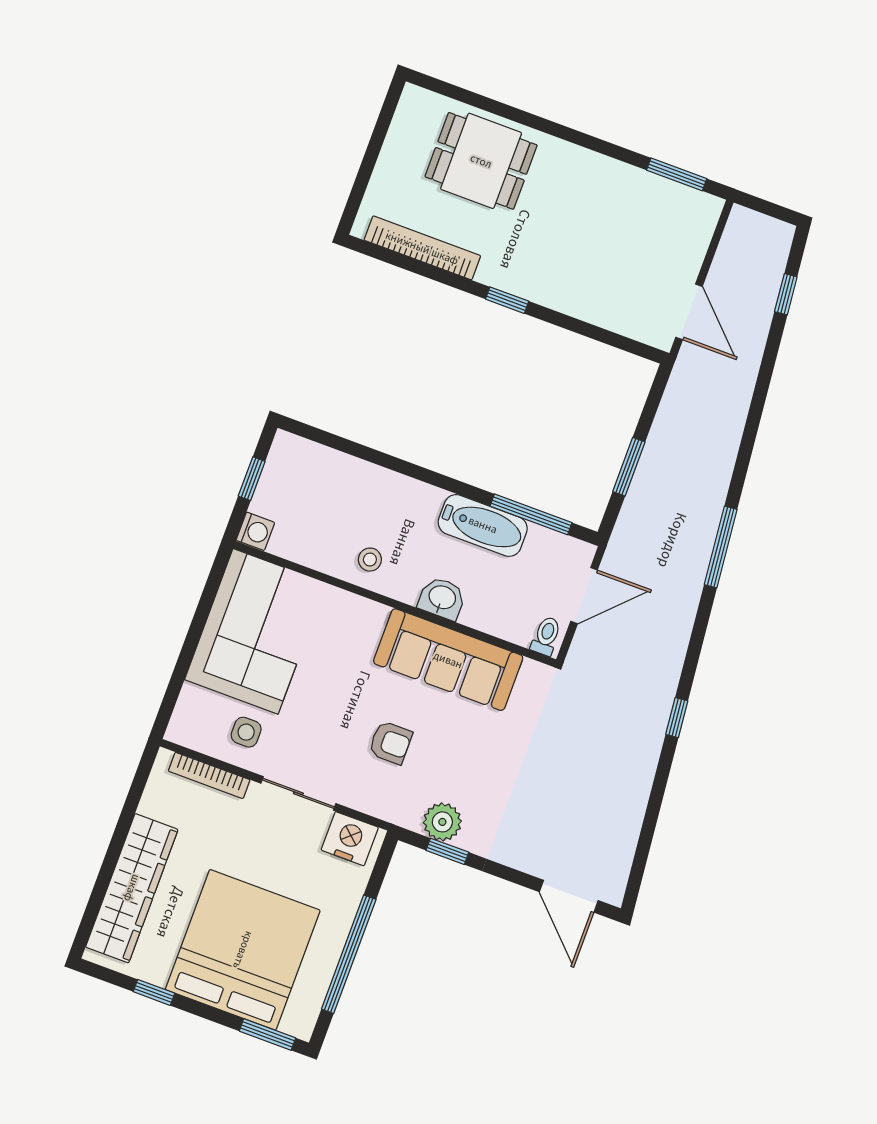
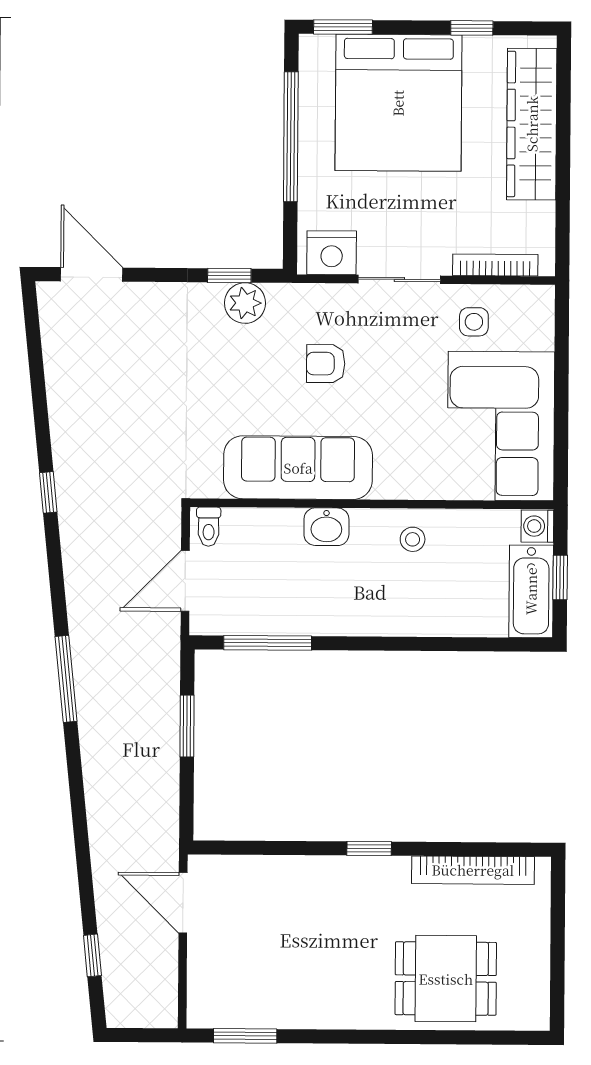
bathtub: (483, 525) -> (531, 591), moved, turned -90

